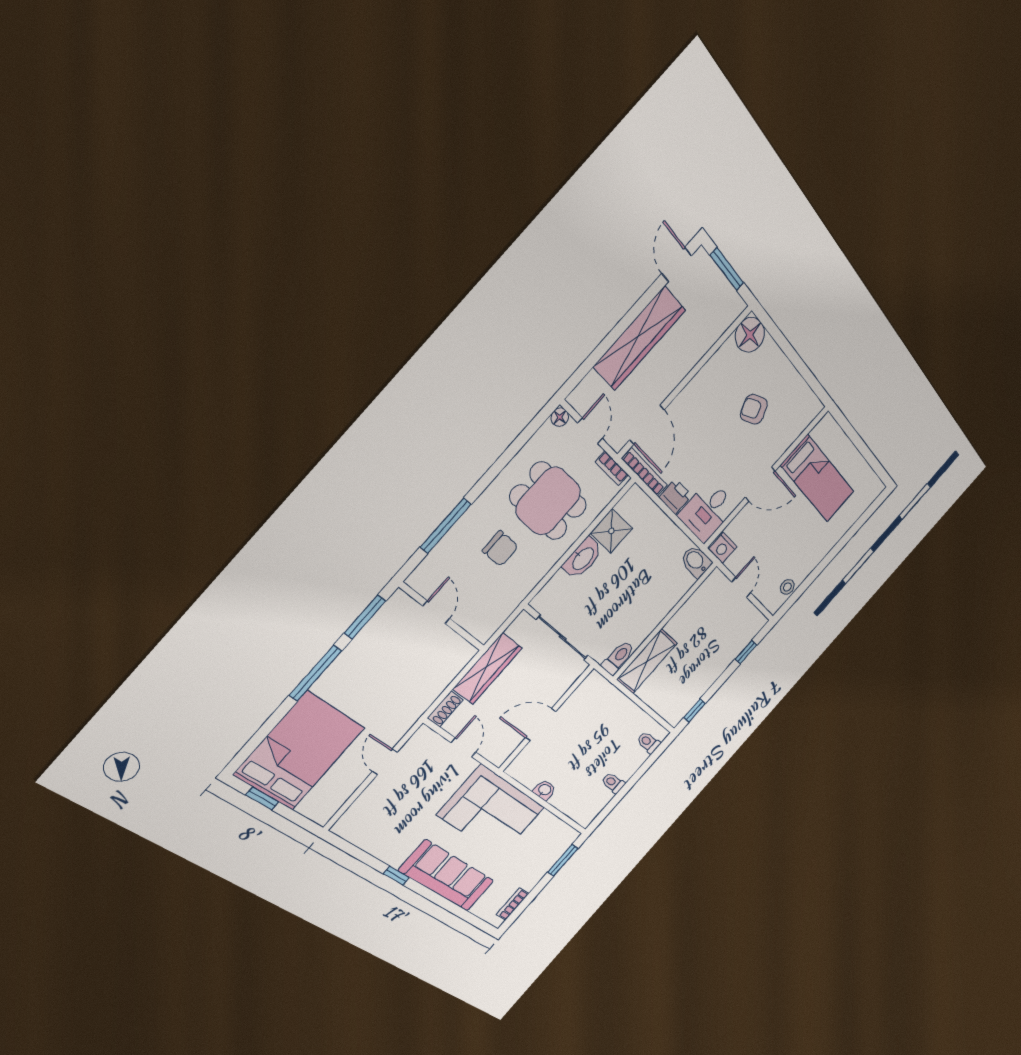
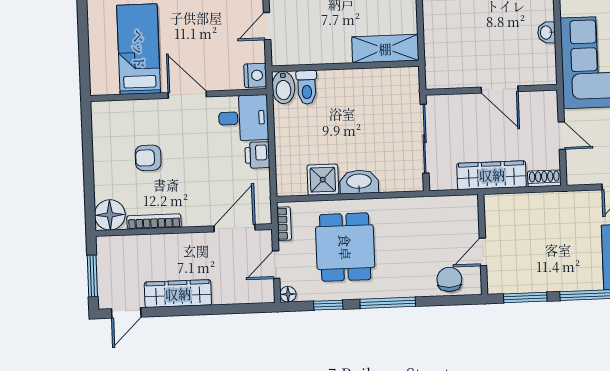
wardrobe: (639, 338) -> (178, 294), width x0.71, depth x0.85
armchair: (754, 409) -> (148, 158), turned 115
window: (519, 443) -> (328, 305), added
bookcase: (645, 472) -> (154, 222), moved, turned 90
window: (446, 526) -> (388, 303), moved
chair: (500, 549) -> (449, 279), moved
toilet: (618, 658) -> (307, 87), moved, turned -90
door: (463, 747) -> (562, 136), swing flipped

